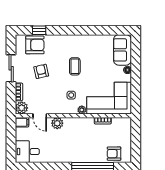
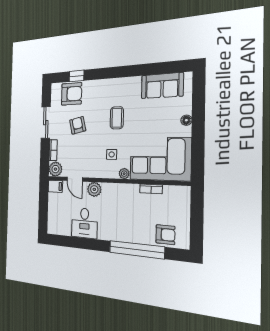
sofa: (122, 50) -> (162, 86), moved, turned -90
desk: (27, 152) -> (84, 223), moved, turned -90
armchair: (114, 154) -> (165, 235), turned 180

